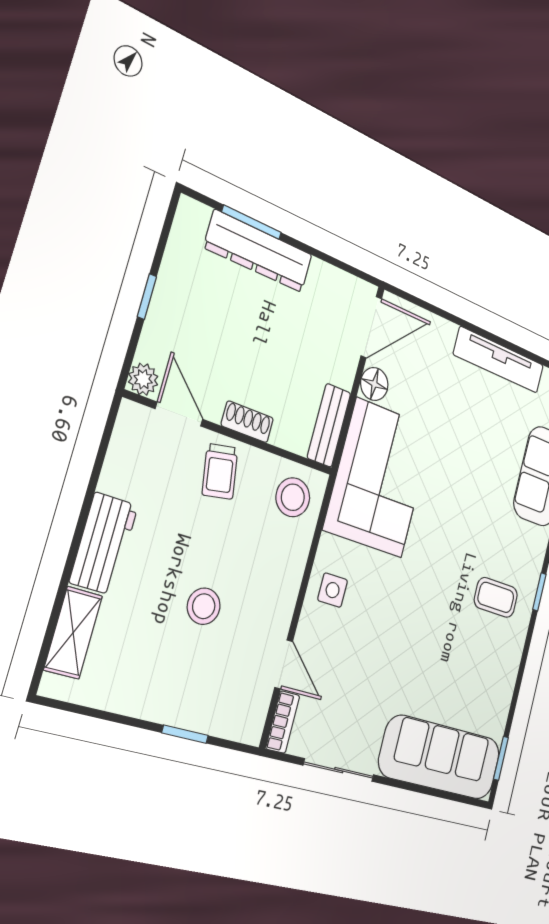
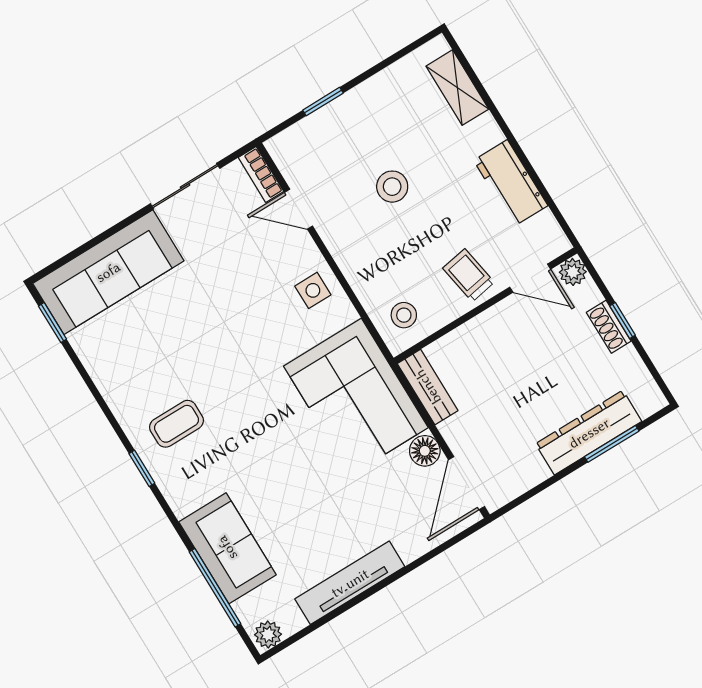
shoe rack: (247, 422) -> (609, 327), moved, turned 90
stool: (293, 497) -> (404, 315), width x0.73, depth x0.73
workbench: (104, 544) -> (511, 183), moved

